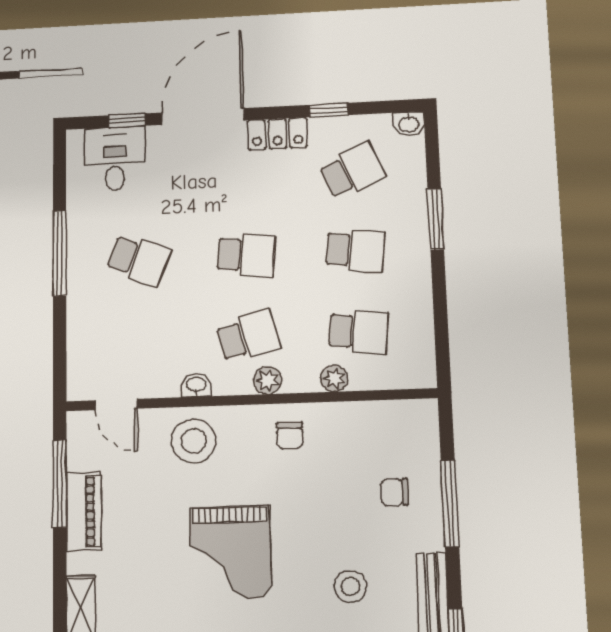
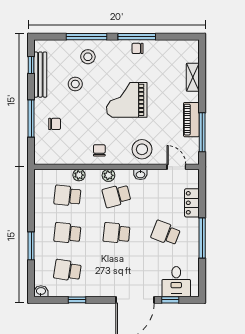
locker: (277, 134) -> (192, 203), moved, turned -90
school desk: (352, 171) -> (67, 270), turned 33
grand piano: (230, 552) -> (127, 100), turned -90

